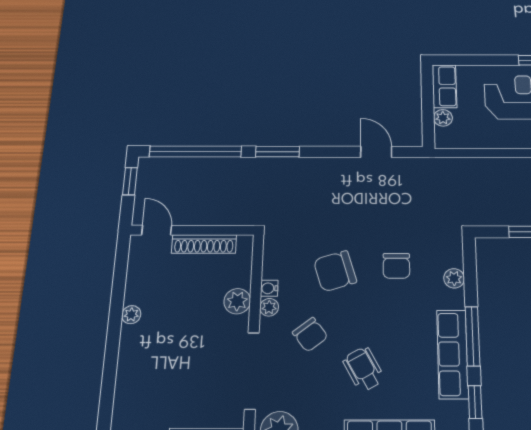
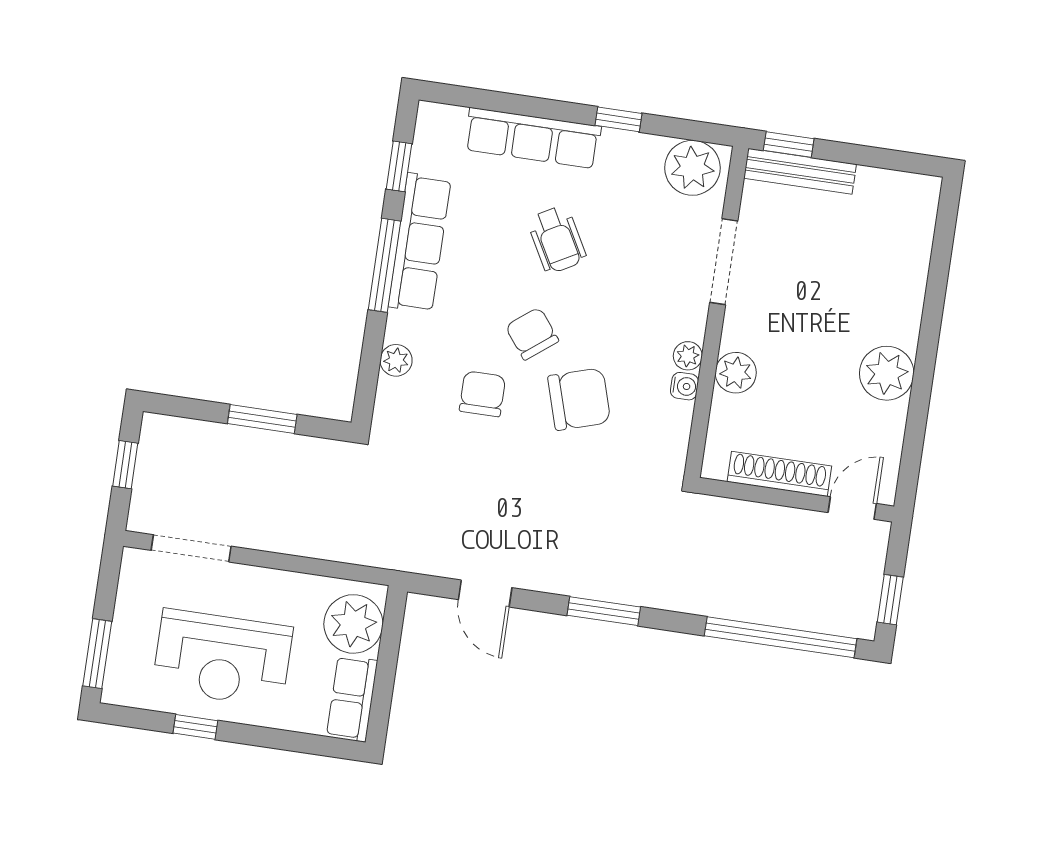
plant: (443, 118) -> (353, 624), width x1.87, depth x1.87
window: (278, 152) -> (604, 611), moved
door: (157, 230) -> (852, 508), swing flipped
plant: (131, 315) -> (887, 373), width x1.88, depth x1.88
chair: (310, 335) -> (532, 334), moved
doorway: (252, 371) -> (724, 262), width x0.73

